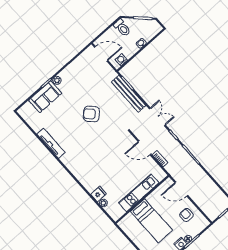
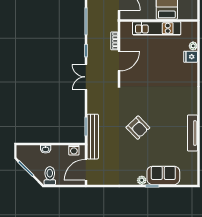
door: (101, 54) -> (86, 170), hinge flipped
bench: (129, 94) -> (93, 137), moved
door: (145, 148) -> (119, 61), hinge flipped

